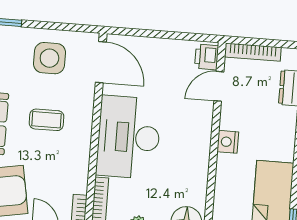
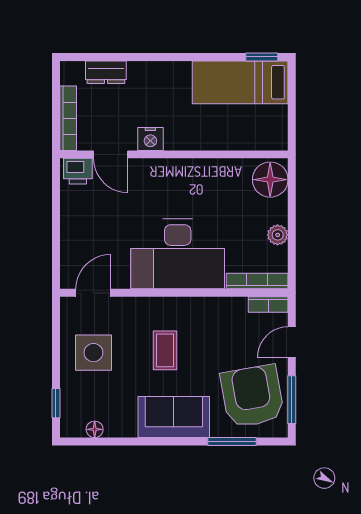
door: (101, 62) -> (93, 293), width x0.73
nightstand: (228, 142) -> (150, 139), moved

